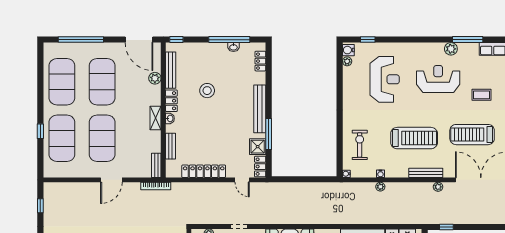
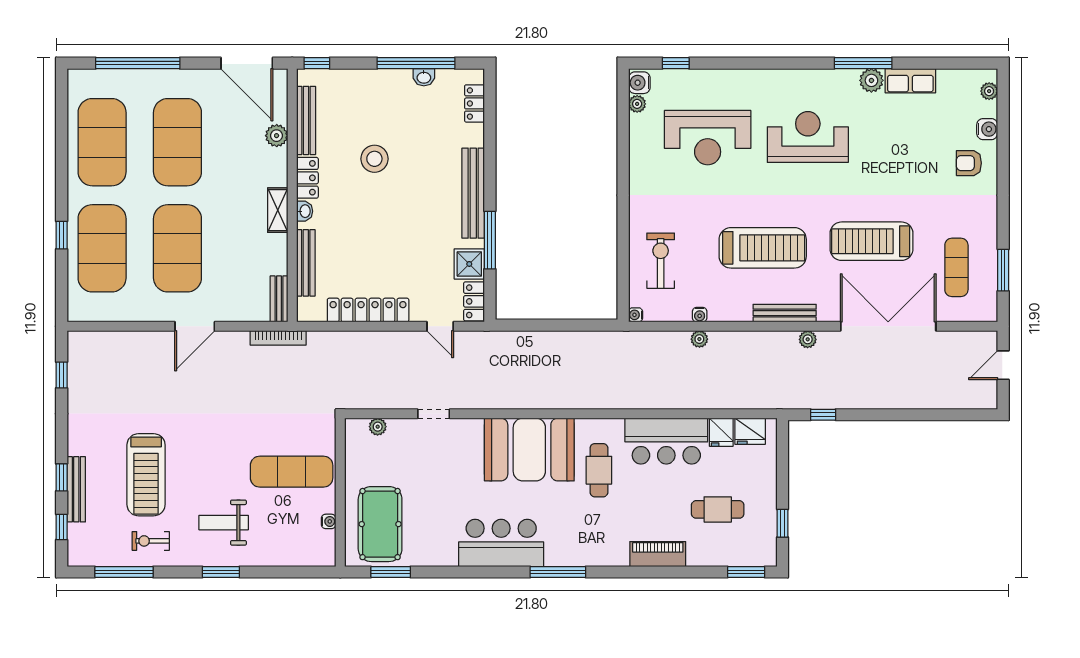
plant: (451, 49) -> (871, 80), moved
reception desk: (385, 79) -> (708, 138), turned 90
coffee table: (481, 95) -> (889, 167), removed
bench: (171, 146) -> (306, 263), width x1.36

